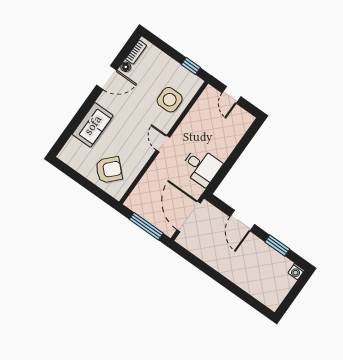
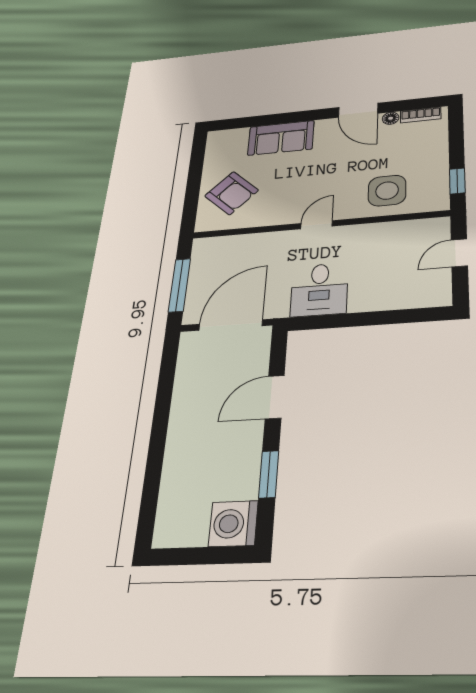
washing machine: (296, 272) -> (233, 524), width x1.89, depth x1.89

